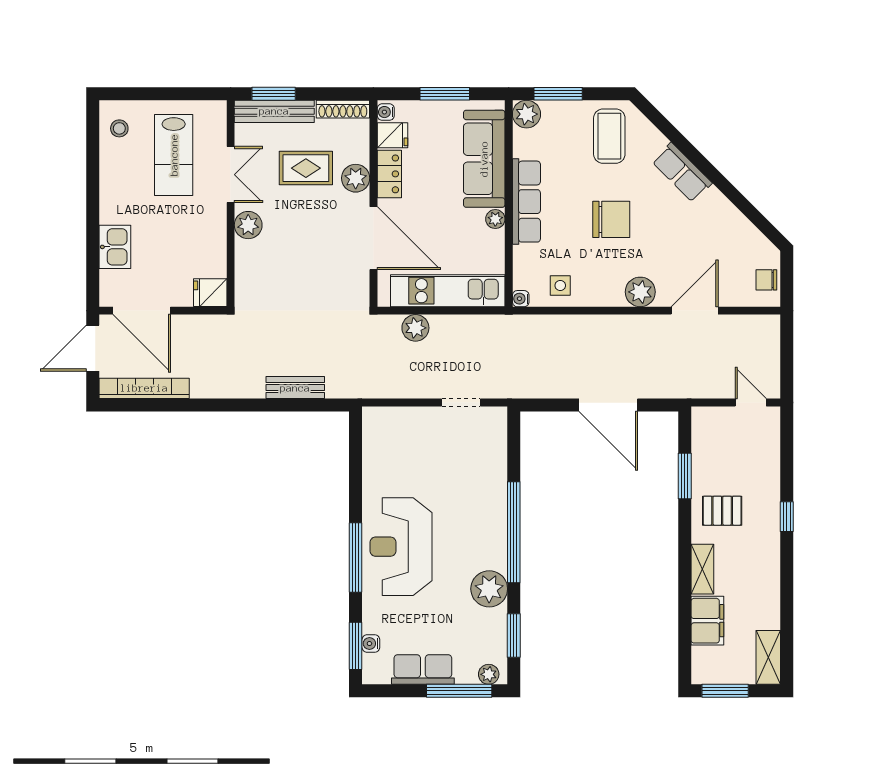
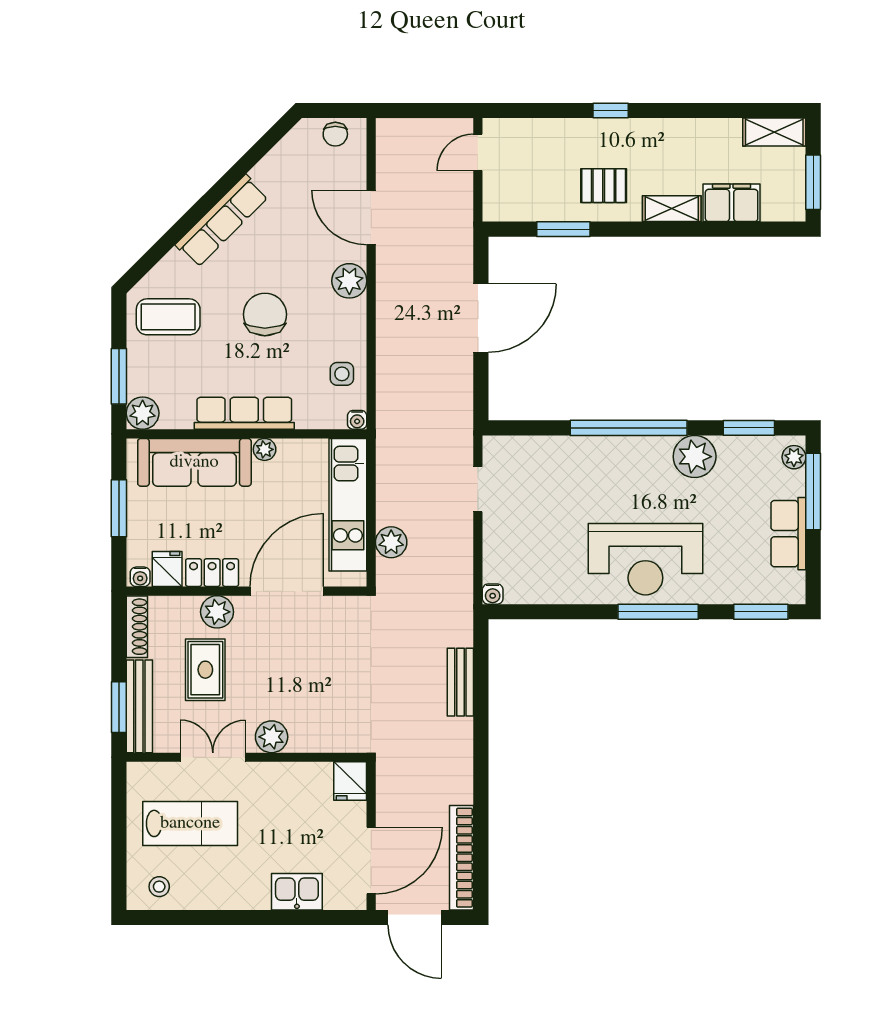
row of seats: (682, 172) -> (222, 221), width x1.48
pallet: (722, 511) -> (604, 186), turned 90
water cooler: (371, 644) -> (493, 594), moved

